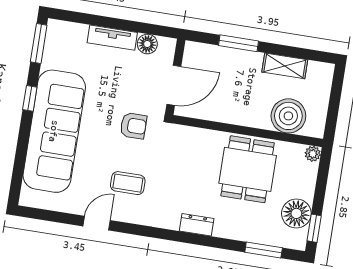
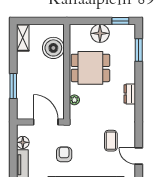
shelving: (285, 66) -> (23, 38), moved
armchair: (133, 126) -> (64, 154), moved
plant: (313, 154) -> (74, 100), moved
floor lamp: (296, 213) -> (100, 33), moved

